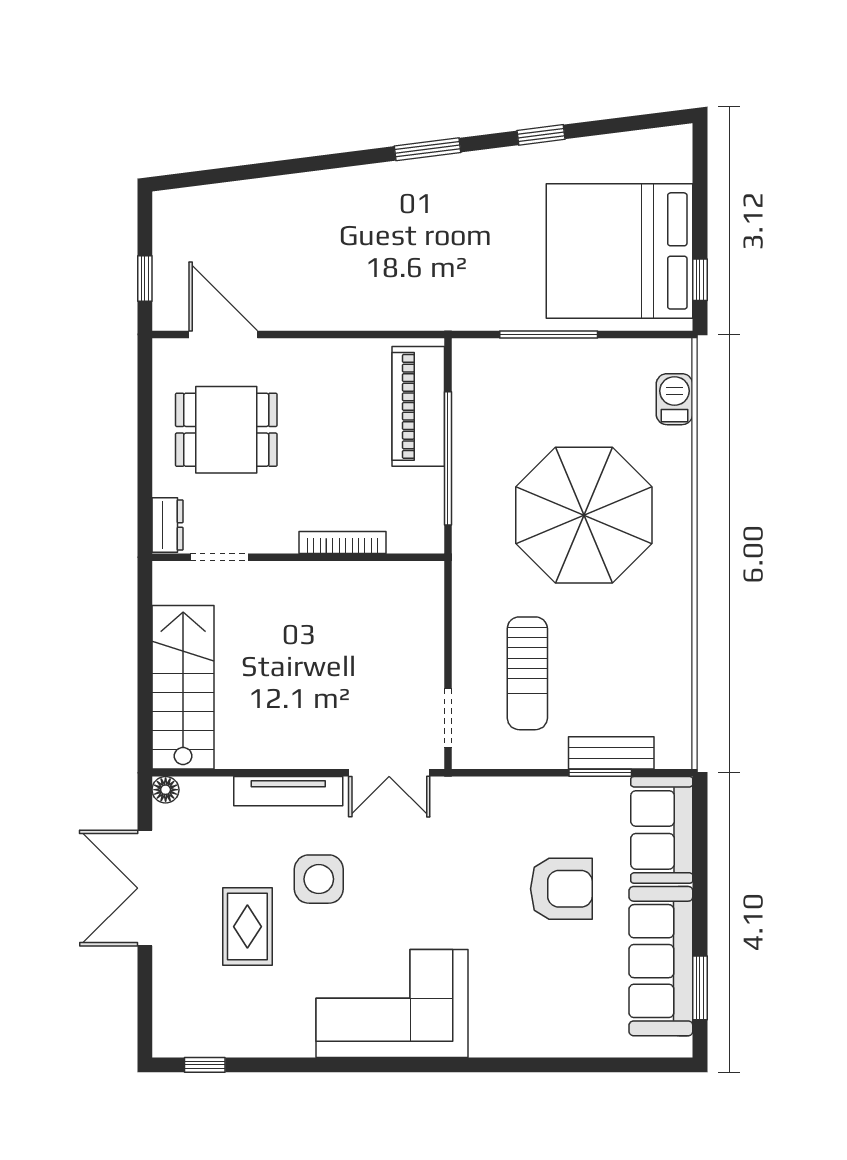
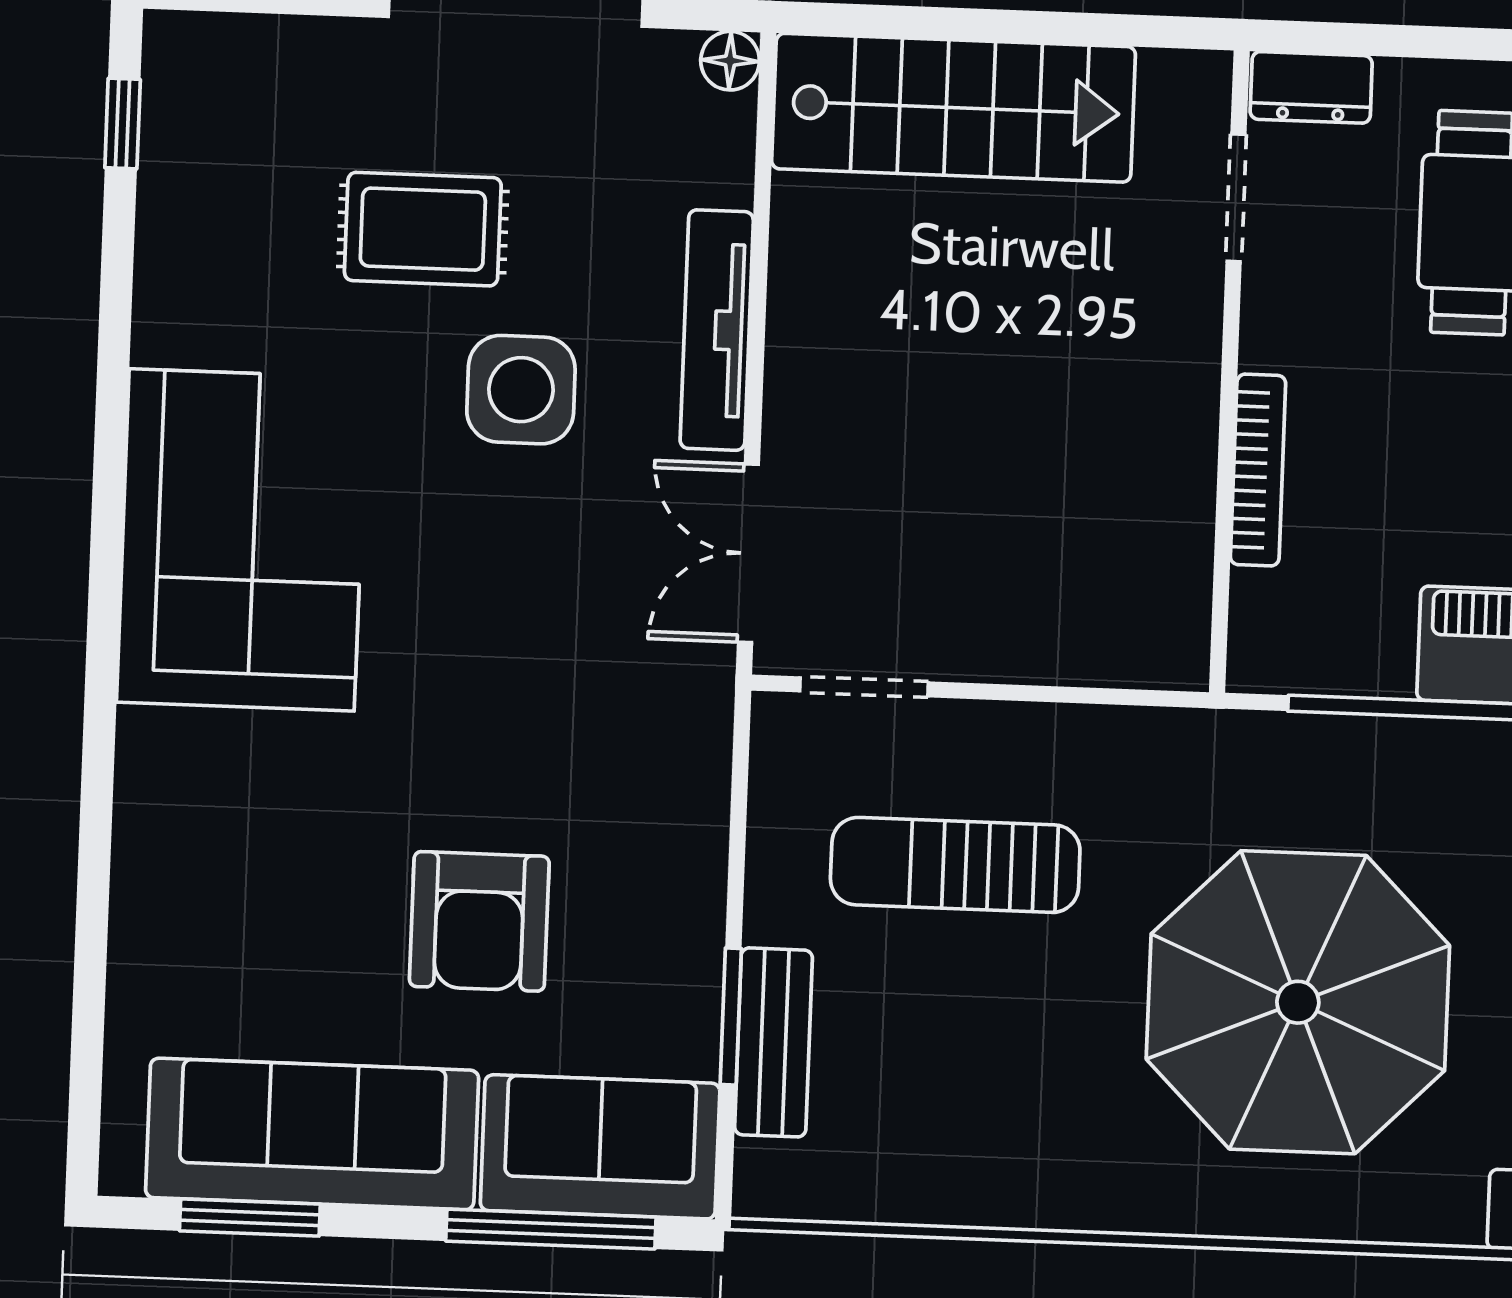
window: (700, 851) -> (551, 1229), added

